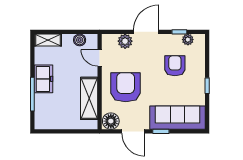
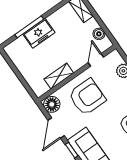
freezer: (44, 79) -> (39, 33), moved
shelving: (89, 98) -> (59, 76), width x0.67, depth x0.75

